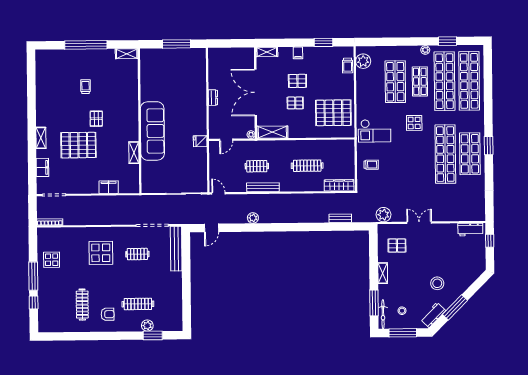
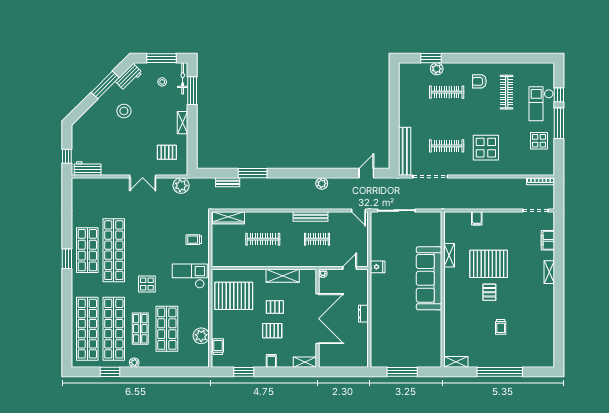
plant: (363, 61) -> (201, 336), moved
shelving: (272, 132) -> (283, 276), moved
pallet: (78, 145) -> (489, 264), moved
filing cabinet: (109, 187) -> (477, 218), width x0.50
window: (317, 227) -> (253, 173), added
clothes rail: (137, 254) -> (447, 146), width x1.36
checkout: (50, 294) -> (541, 104), added

